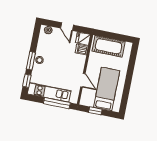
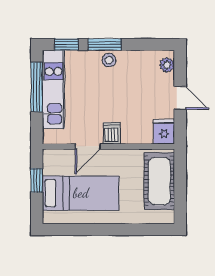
door: (67, 27) -> (180, 98), swing flipped
dishwasher: (82, 50) -> (112, 133), moved
window: (57, 103) -> (37, 87), moved

